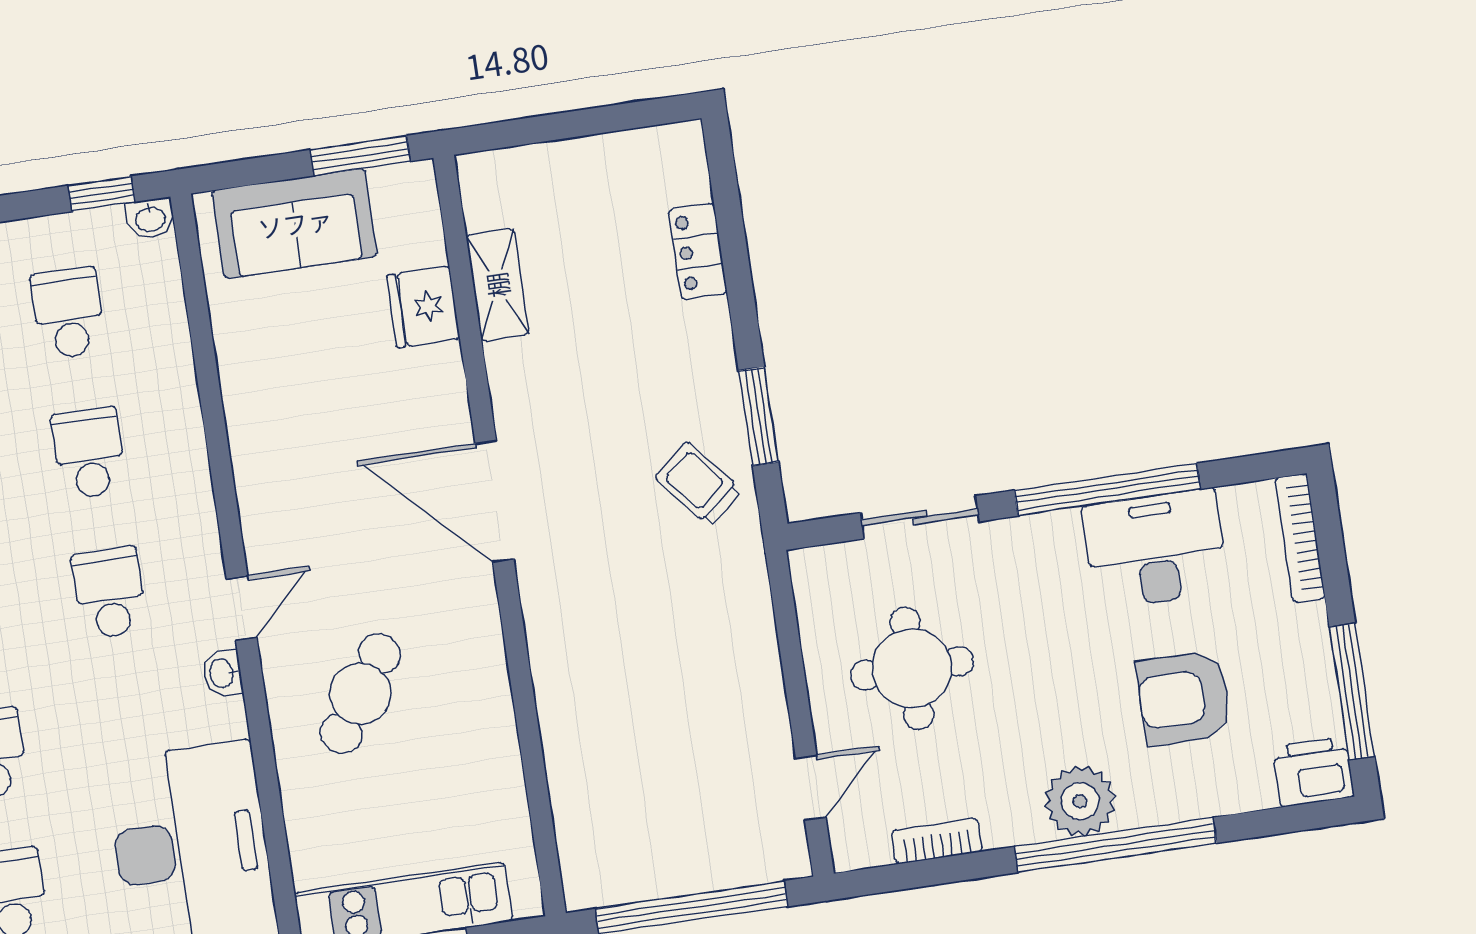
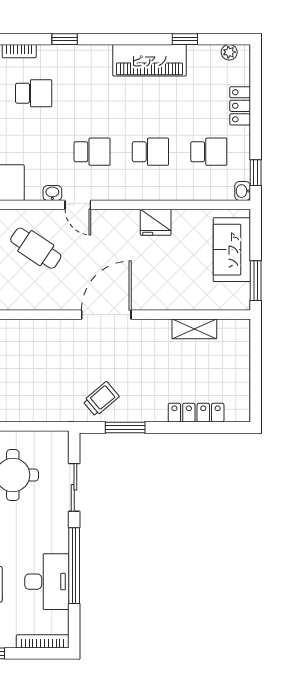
locker: (698, 251) -> (196, 413), width x1.53
fridge: (423, 307) -> (156, 222), moved, turned 180

